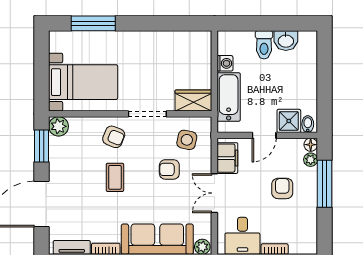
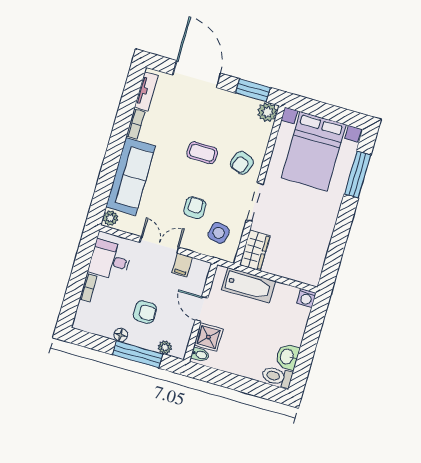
toilet: (264, 45) -> (277, 377), moved
washing machine: (225, 63) -> (306, 298), moved
bed with nightstands: (83, 82) -> (314, 151), width x1.36
floor lamp: (311, 145) -> (121, 335), moved
filing cabinet: (227, 158) -> (182, 265), width x0.50

